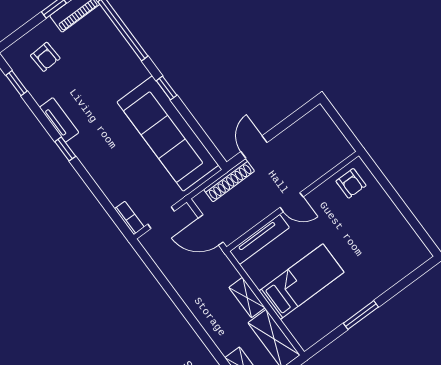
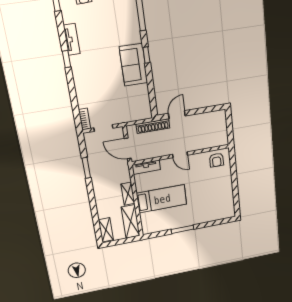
sofa: (168, 134) -> (133, 65), width x0.54, depth x0.79
tv unit: (259, 239) -> (146, 167), width x0.71
window: (167, 287) -> (86, 168), added

